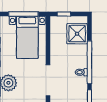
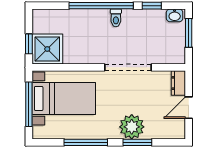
shower: (77, 34) -> (47, 49), moved

